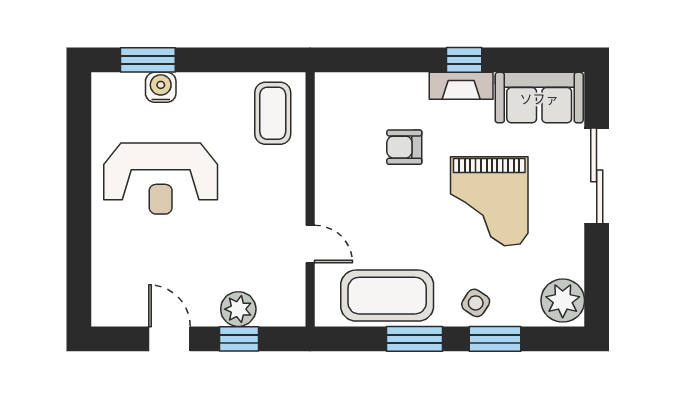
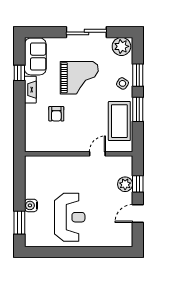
window: (464, 60) -> (19, 73), moved
water cooler: (161, 87) -> (31, 205), moved
coffee table: (273, 113) -> (42, 170), removed
sliding door: (597, 176) -> (86, 32), moved

